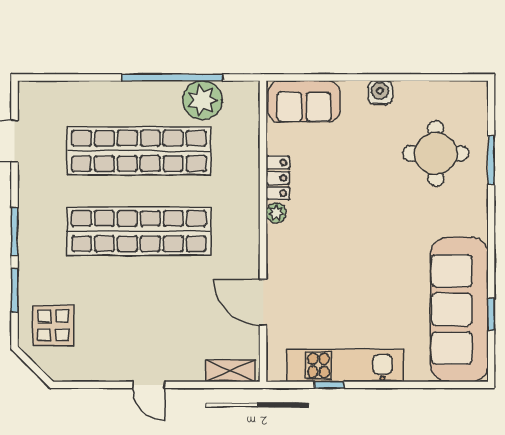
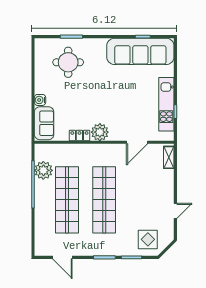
water cooler: (380, 93) -> (40, 100), moved
plant: (276, 213) -> (100, 132), width x1.88, depth x1.88
door: (149, 385) -> (175, 211), moved

